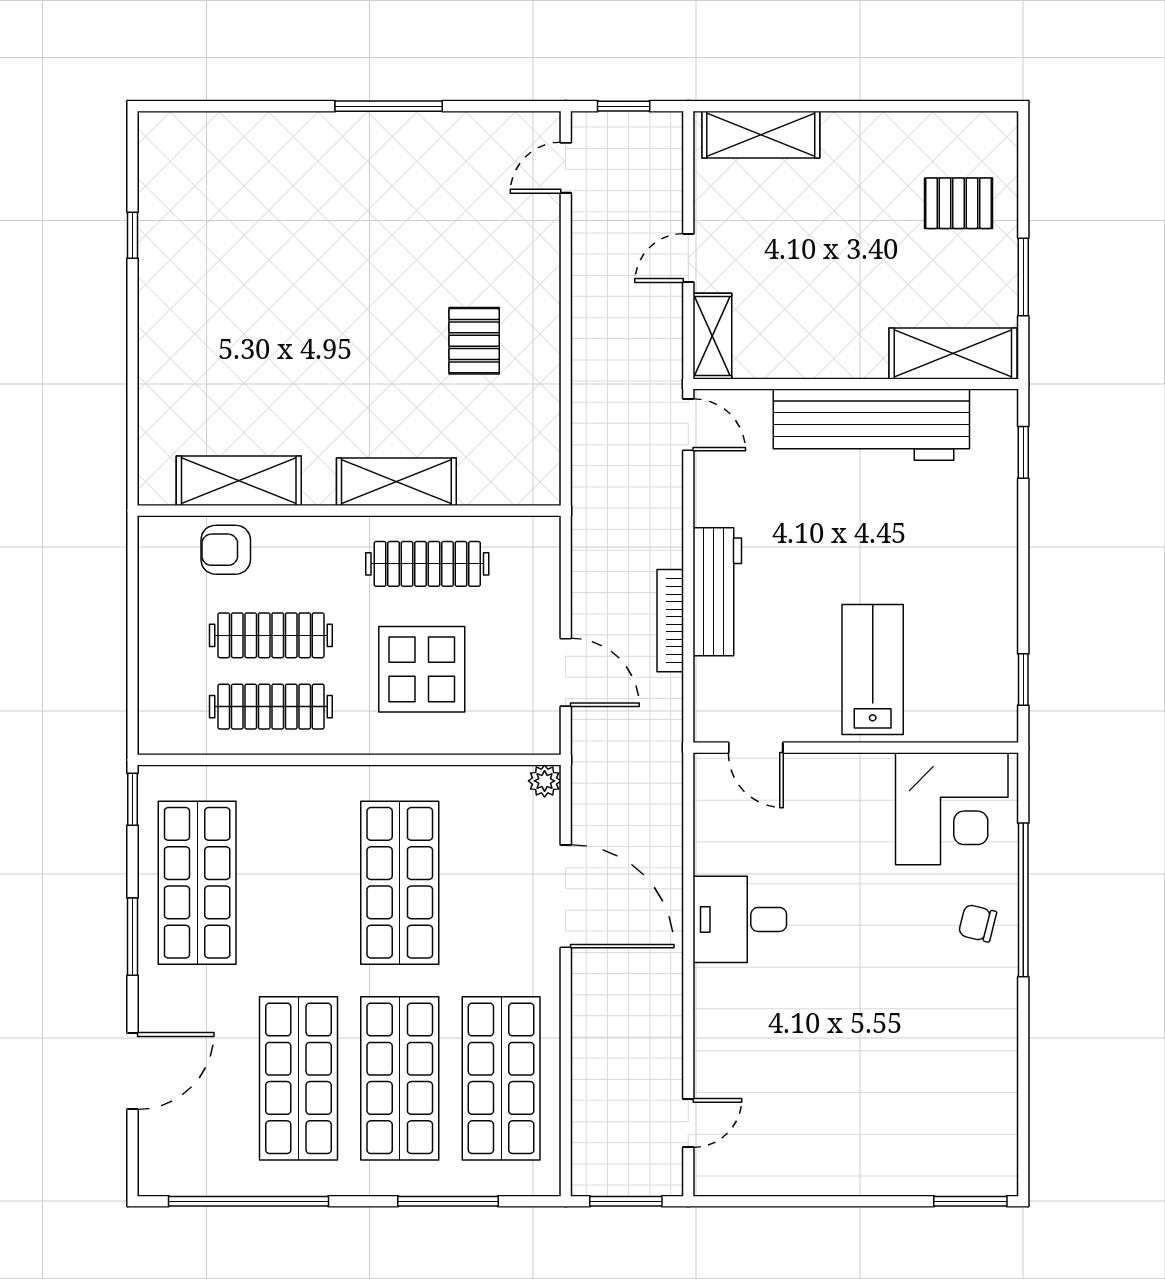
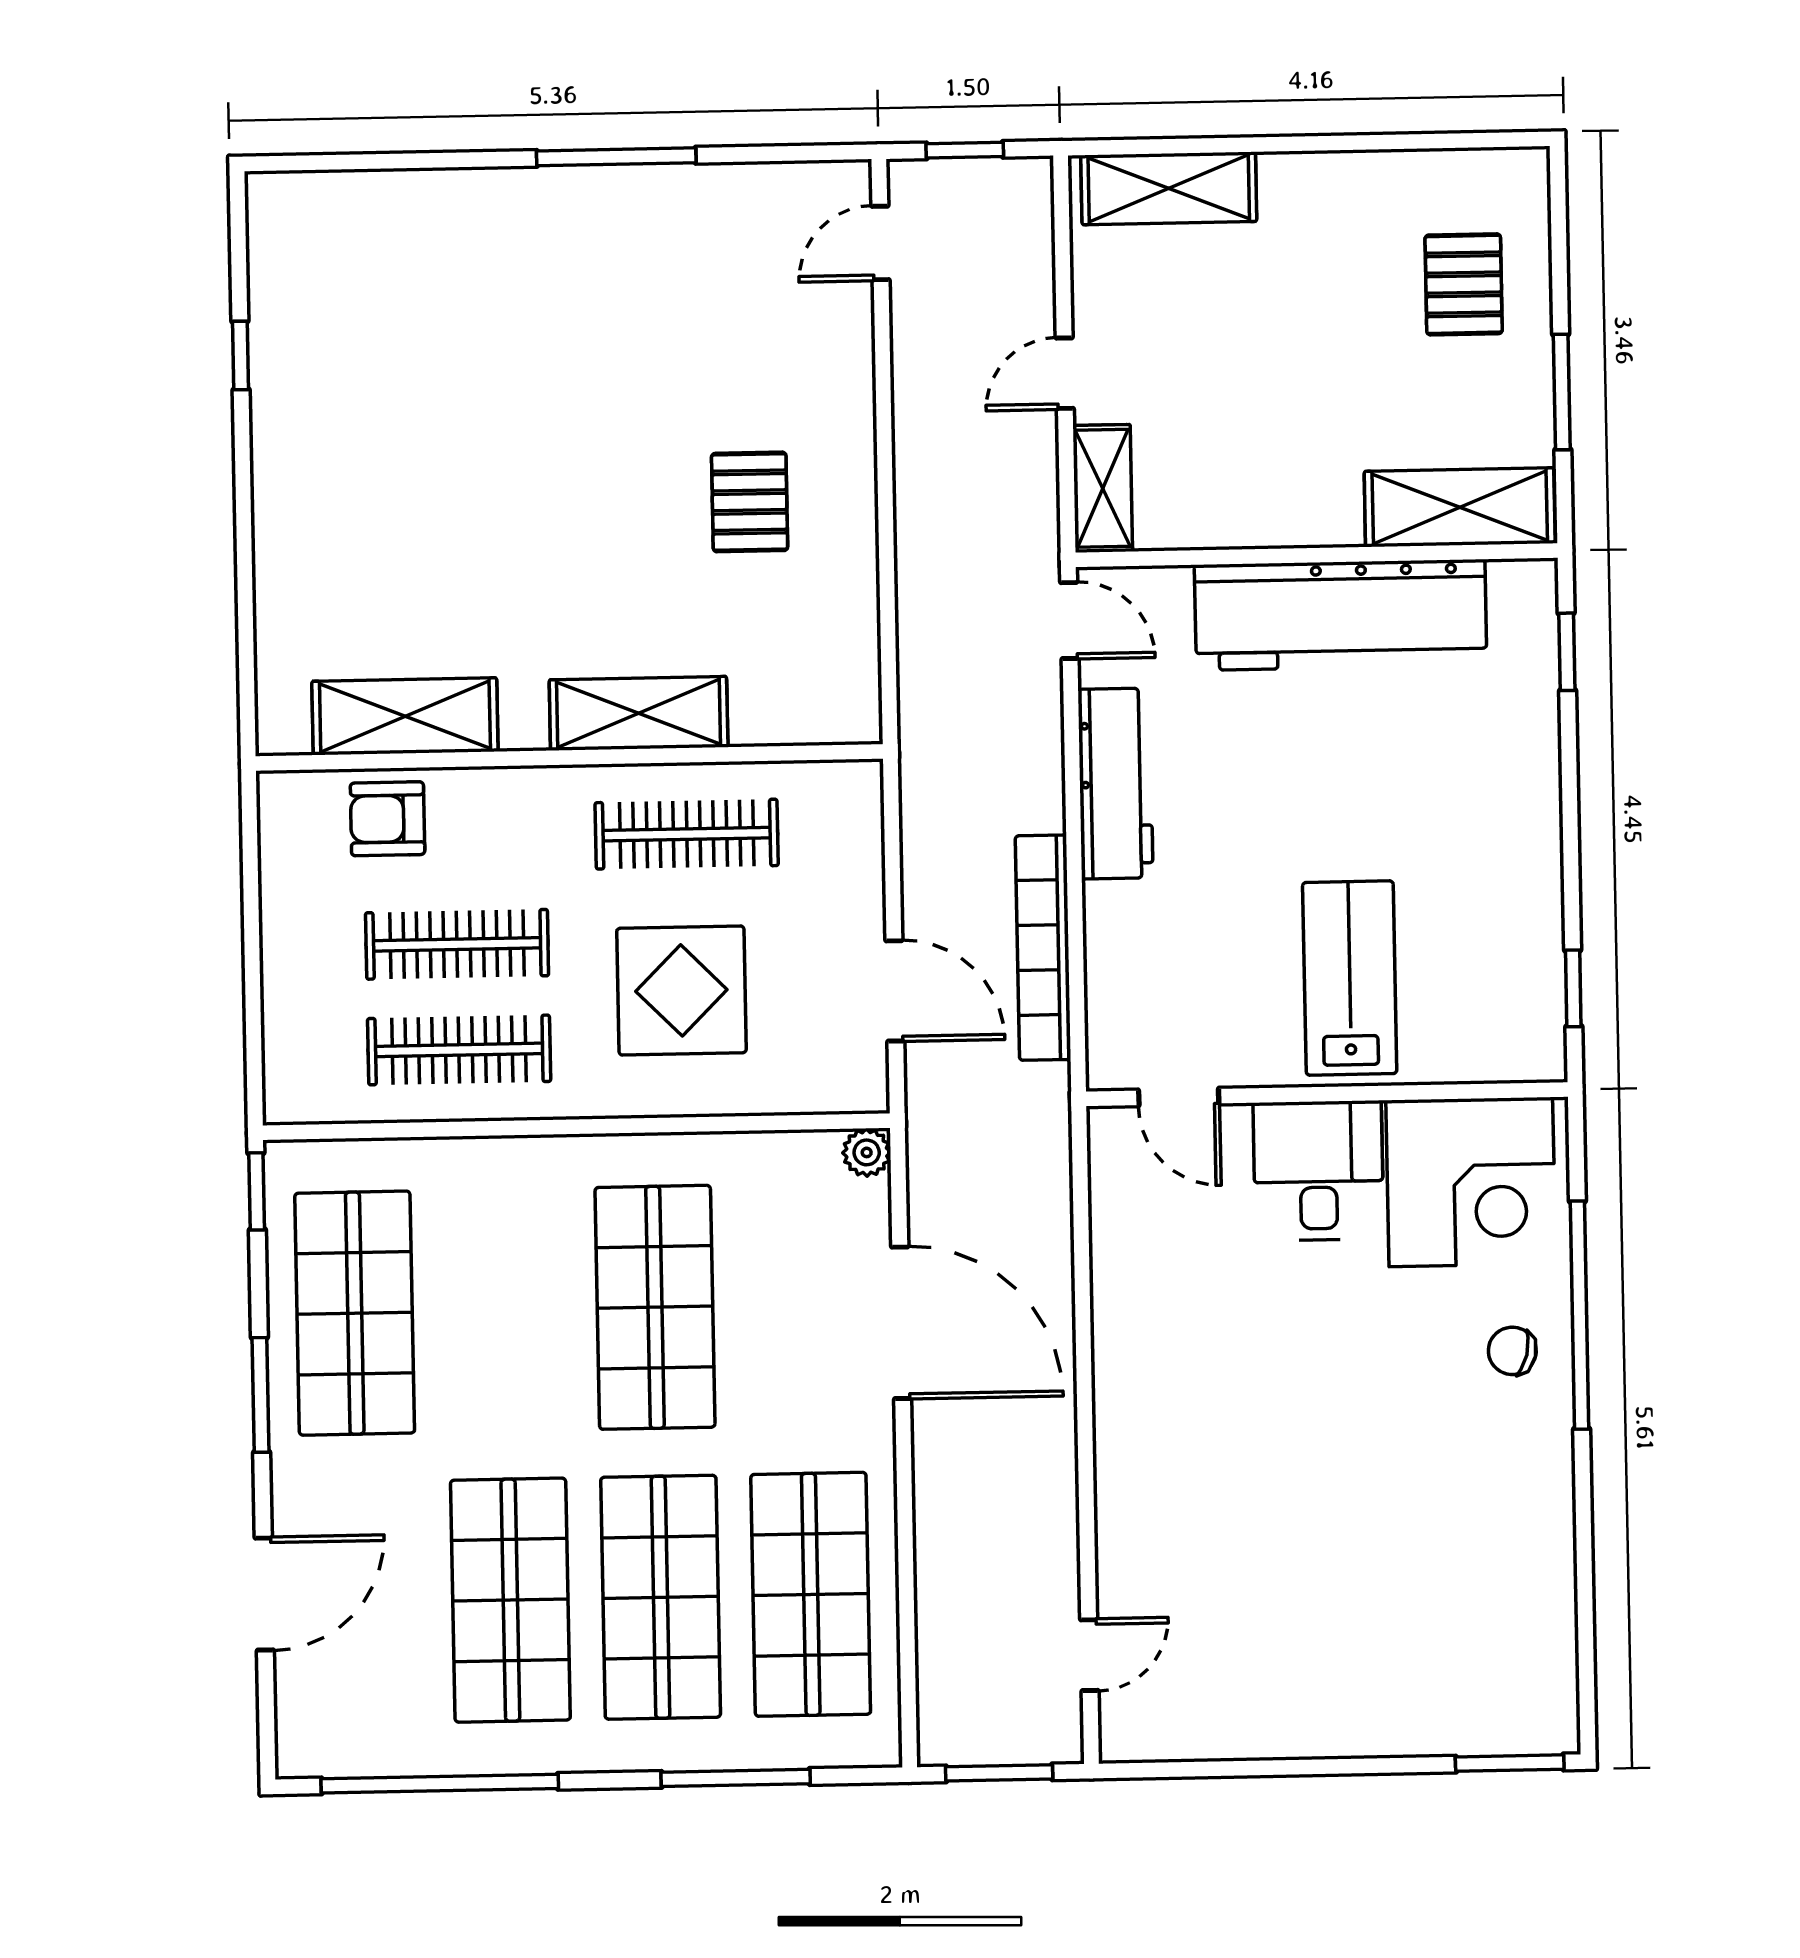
pallet: (958, 203) -> (1464, 284), turned 90
workbench: (717, 592) -> (1116, 784), moved
bookcase: (670, 621) -> (1043, 948), width x1.48, depth x1.31
desk: (740, 919) -> (1318, 1171), moved, turned 90

